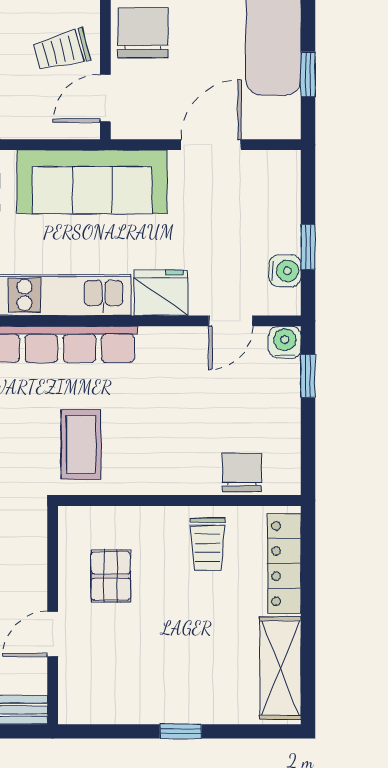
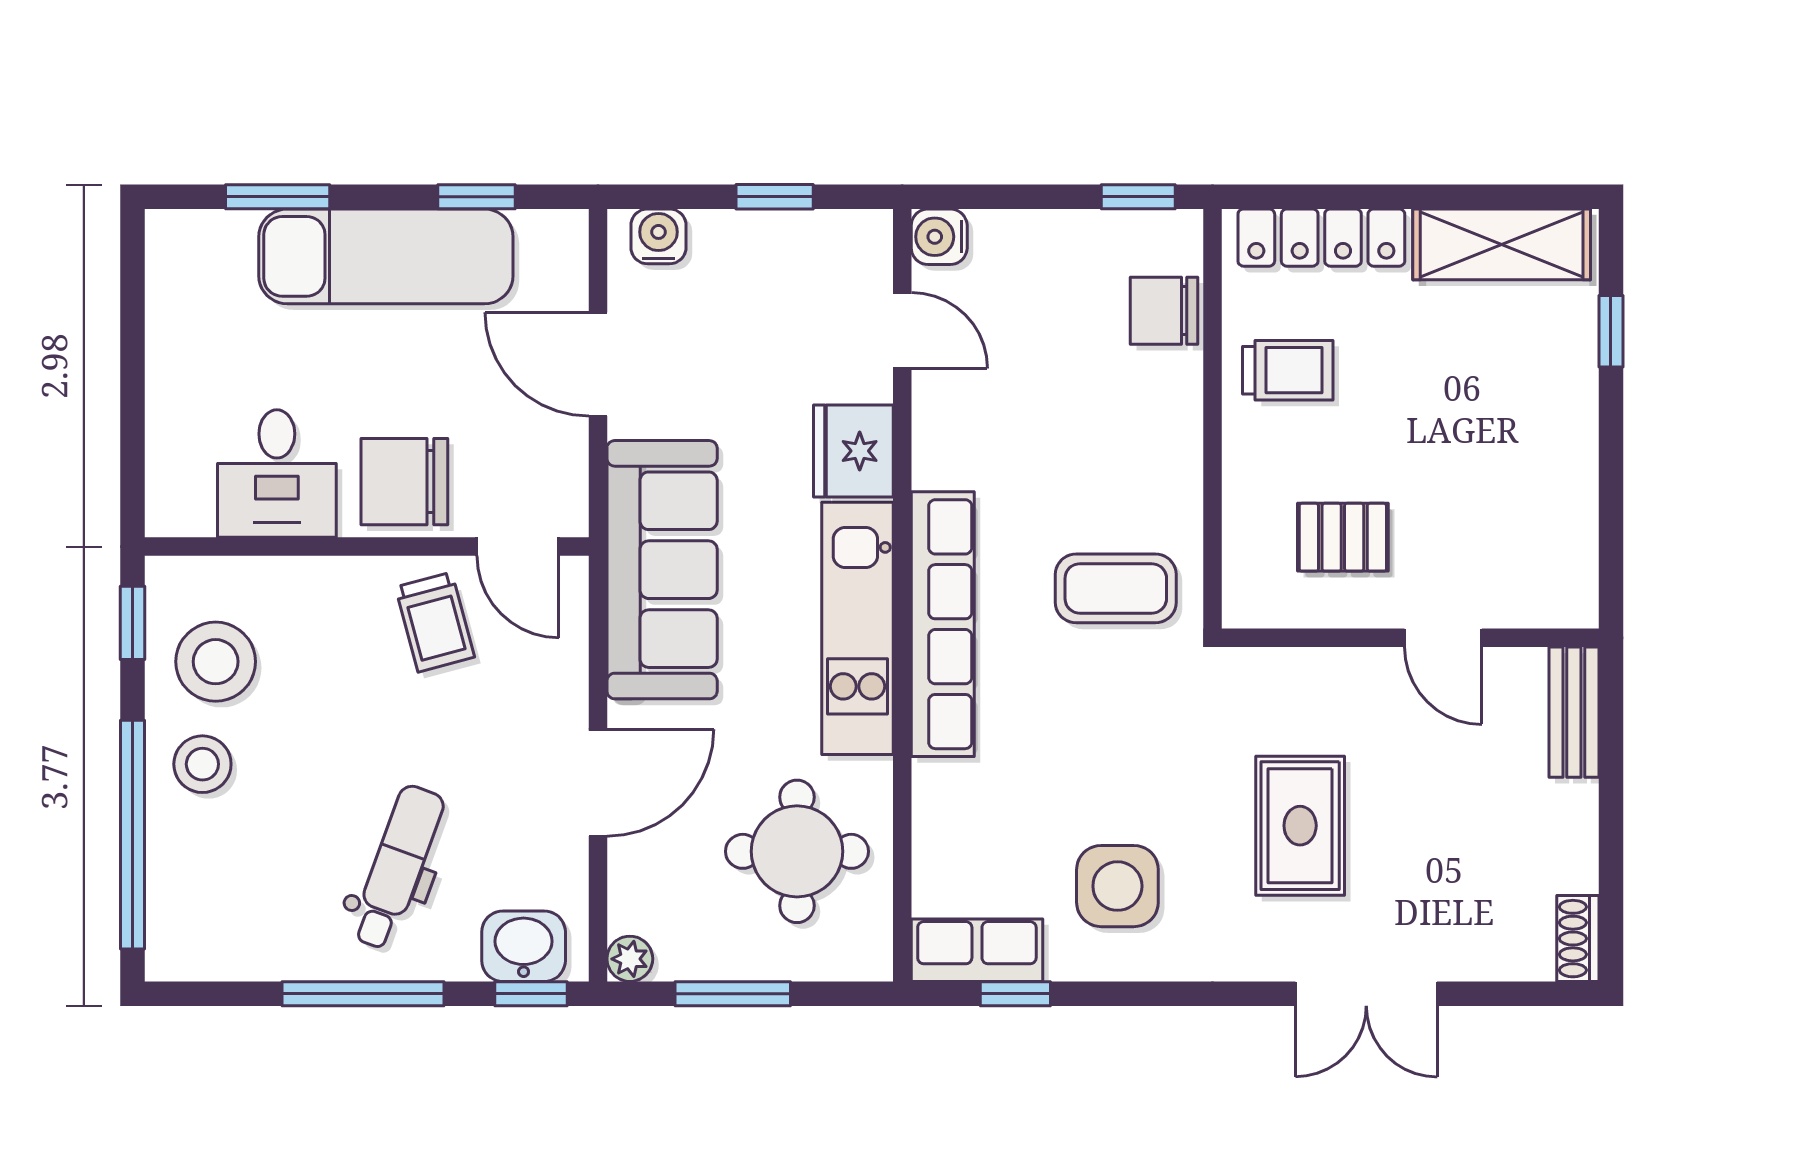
water cooler: (285, 271) -> (658, 236), moved
window: (308, 376) -> (1138, 197), moved
window: (181, 731) -> (1611, 331), moved

